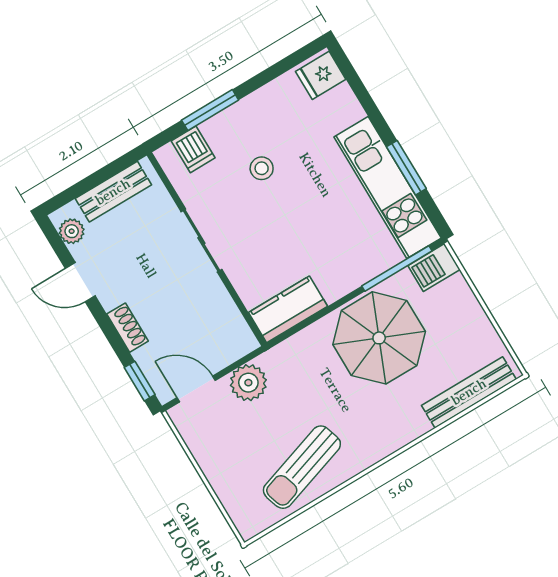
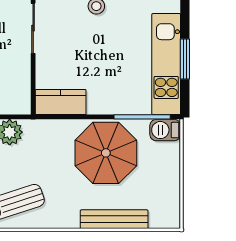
bench: (469, 392) -> (114, 219), moved

